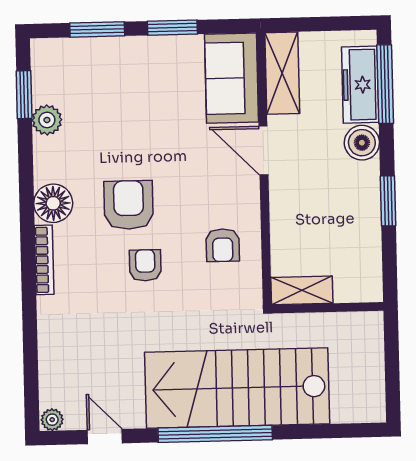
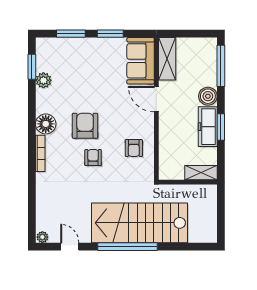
freezer: (360, 85) -> (208, 127), moved
shelving: (302, 290) -> (201, 173), moved

